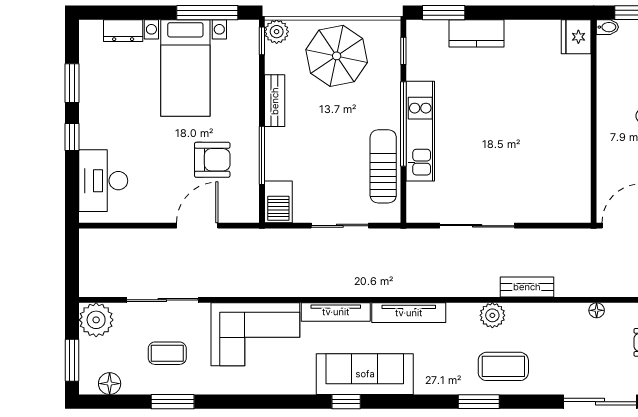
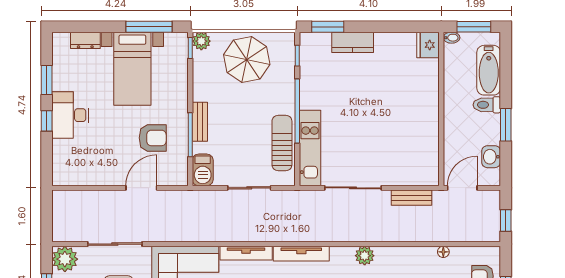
bench: (275, 101) -> (200, 122), moved
kitchen unit: (420, 131) -> (310, 148), moved
desk: (103, 181) -> (70, 115), moved
bench: (527, 287) -> (412, 198), moved

